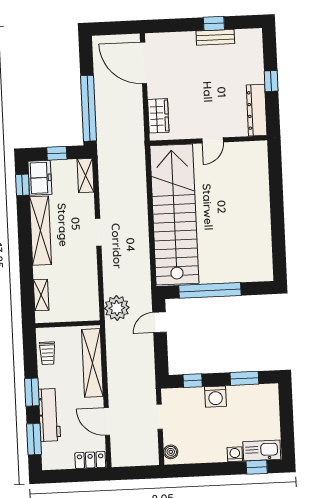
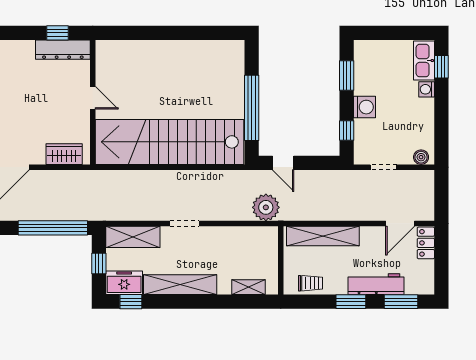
window: (271, 81) -> (58, 33), moved
shelving: (86, 176) -> (133, 237), width x1.50, depth x1.33
door: (107, 422) -> (400, 223), moved

